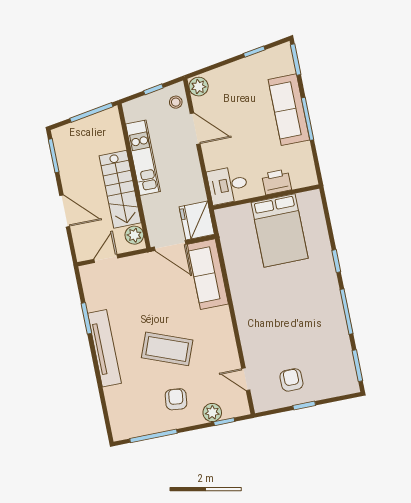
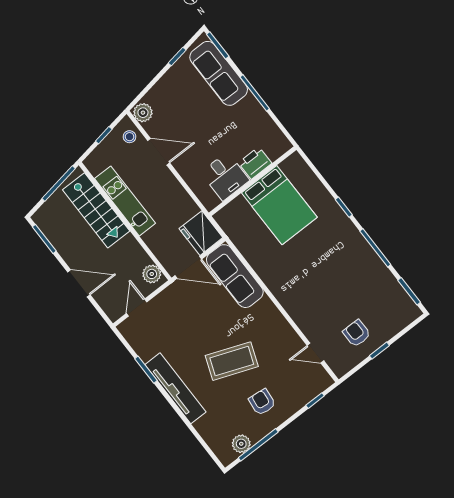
sofa: (289, 110) -> (219, 73), moved
desk: (228, 185) -> (225, 176), moved, turned -90
stairs: (120, 189) -> (96, 210), moved
plant: (212, 412) -> (241, 444), moved

